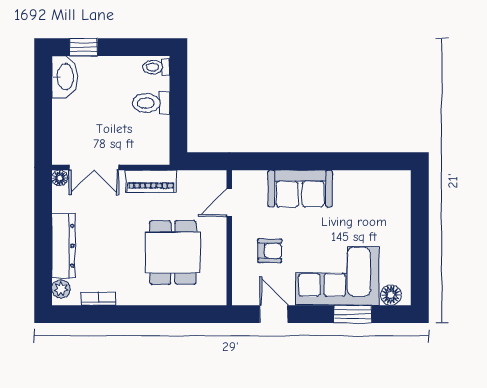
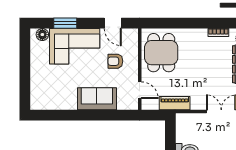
piano: (151, 181) -> (175, 103), moved
door: (229, 203) -> (140, 90), hinge flipped
dining table: (173, 252) -> (161, 53), moved

